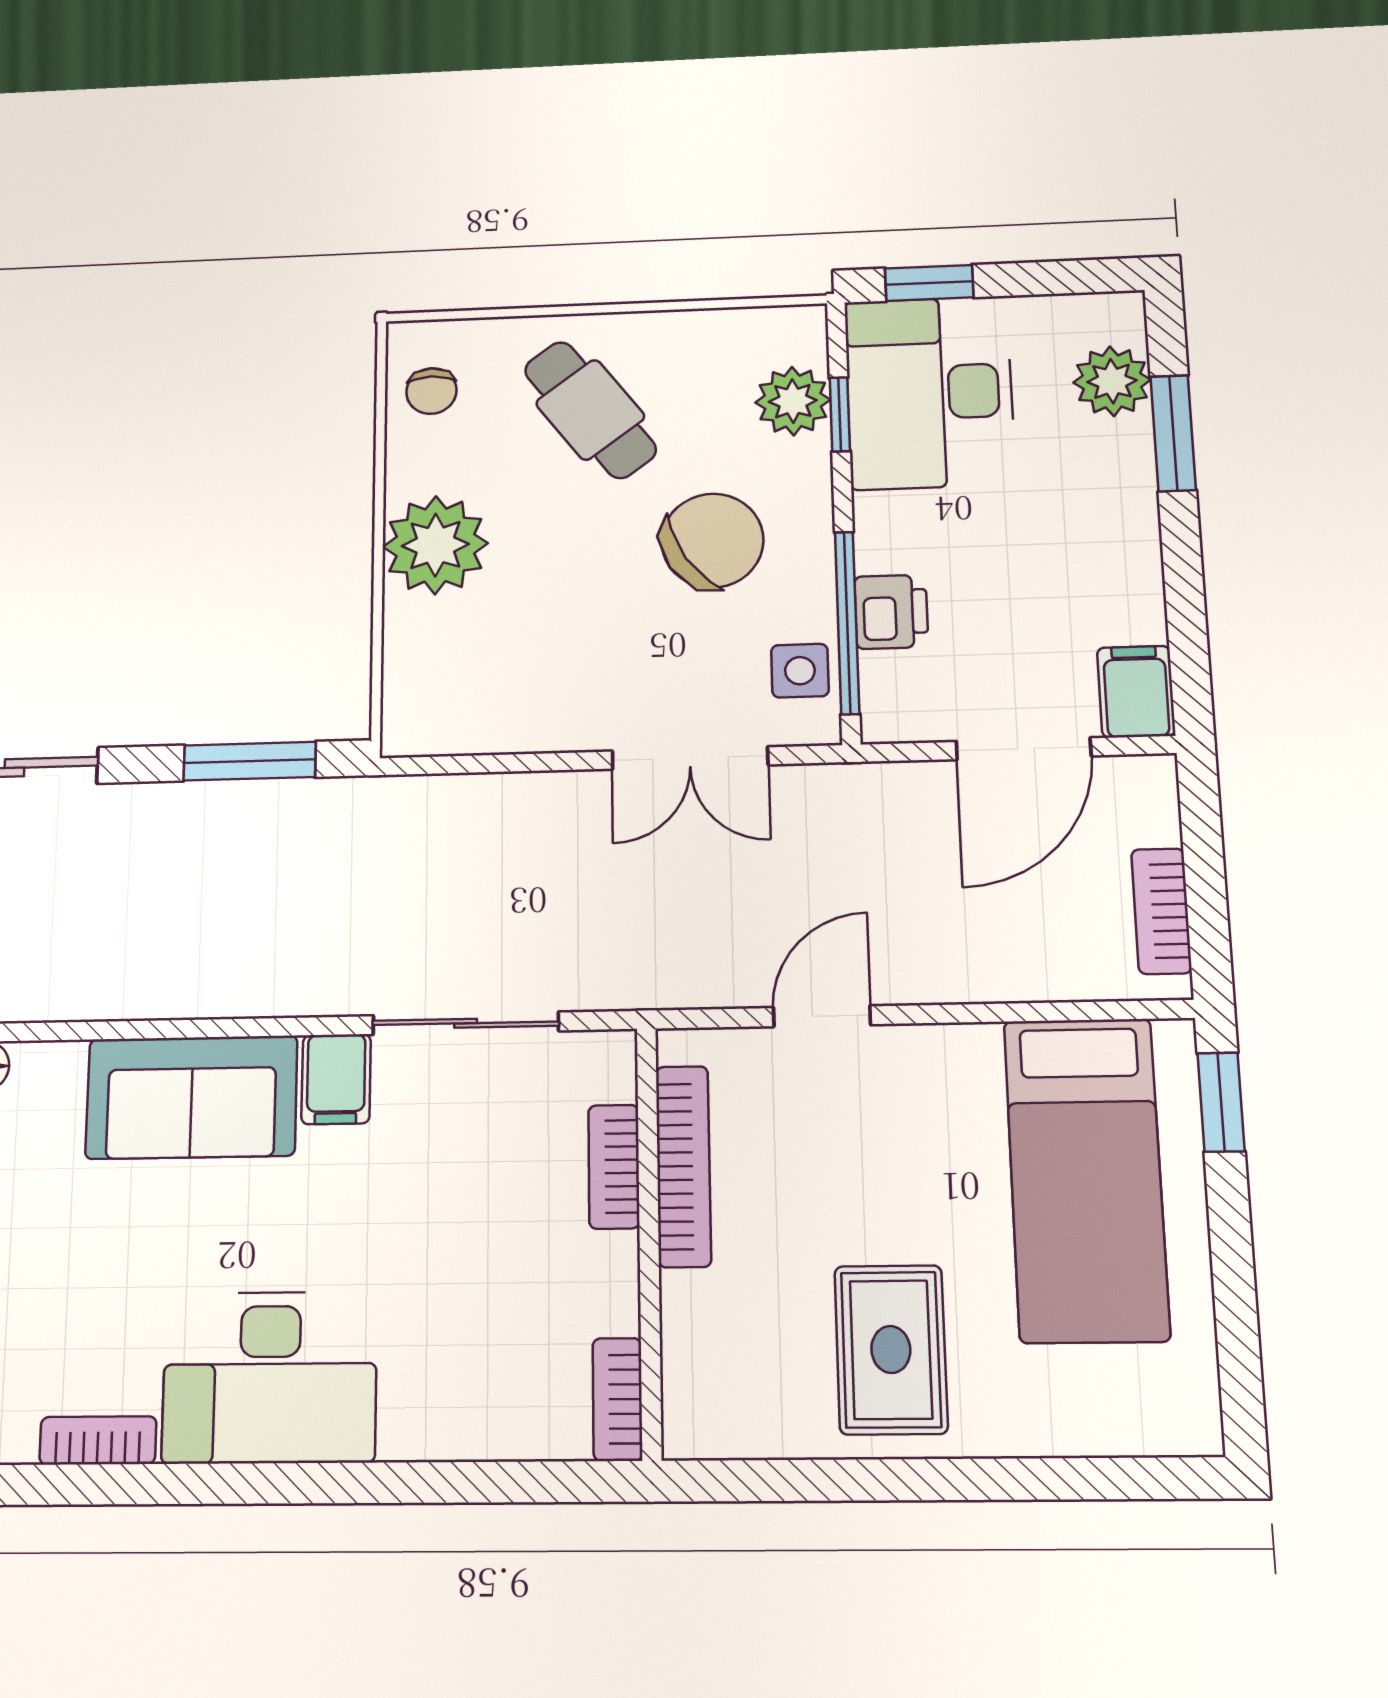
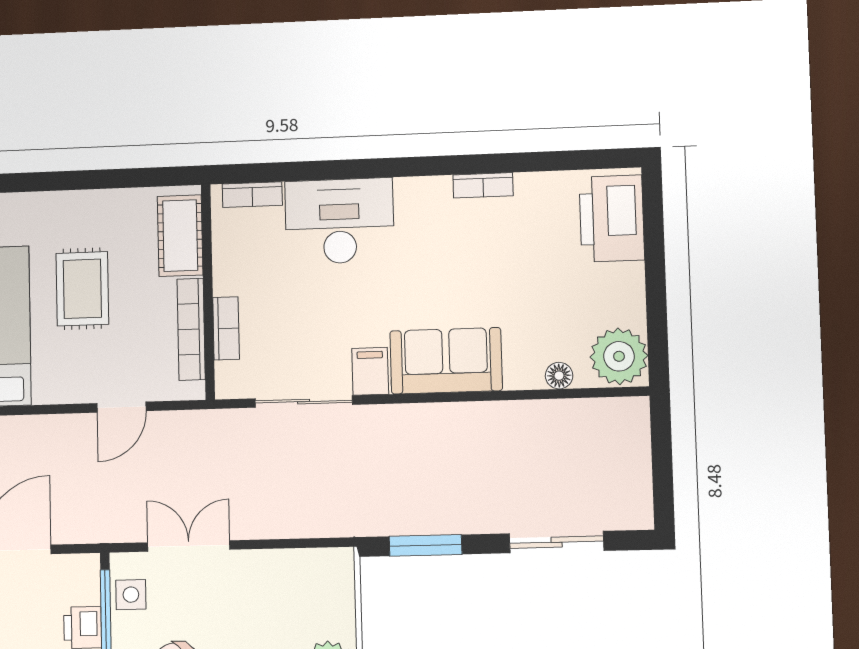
rug: (891, 1350) -> (82, 289), moved
cot: (705, 1356) -> (180, 236), added
desk: (270, 1377) -> (339, 221), moved
bookcase: (617, 1399) -> (252, 195), moved, turned 90

